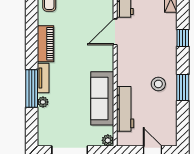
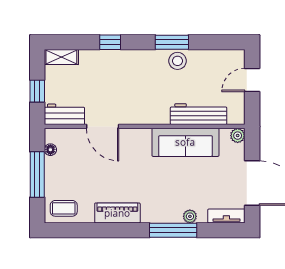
tv unit: (43, 78) -> (226, 216), moved
stool: (158, 84) -> (178, 61), moved

